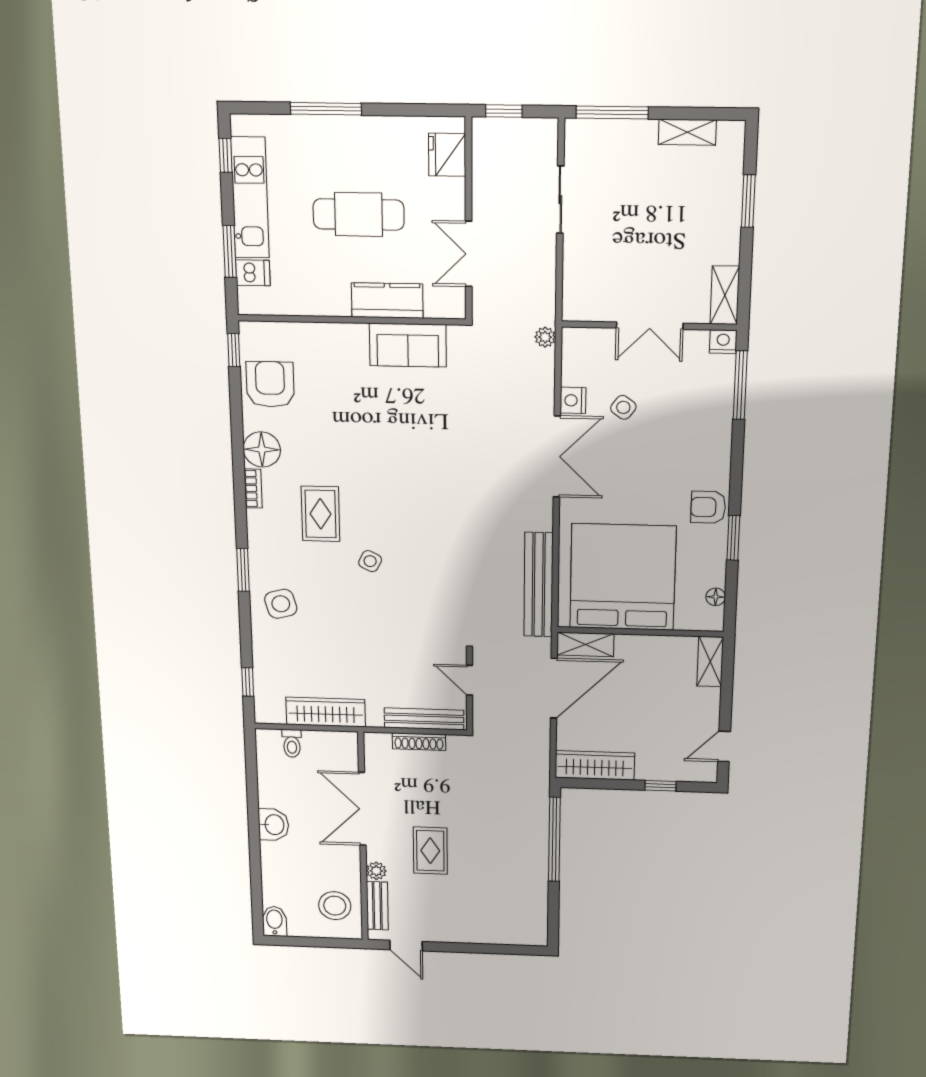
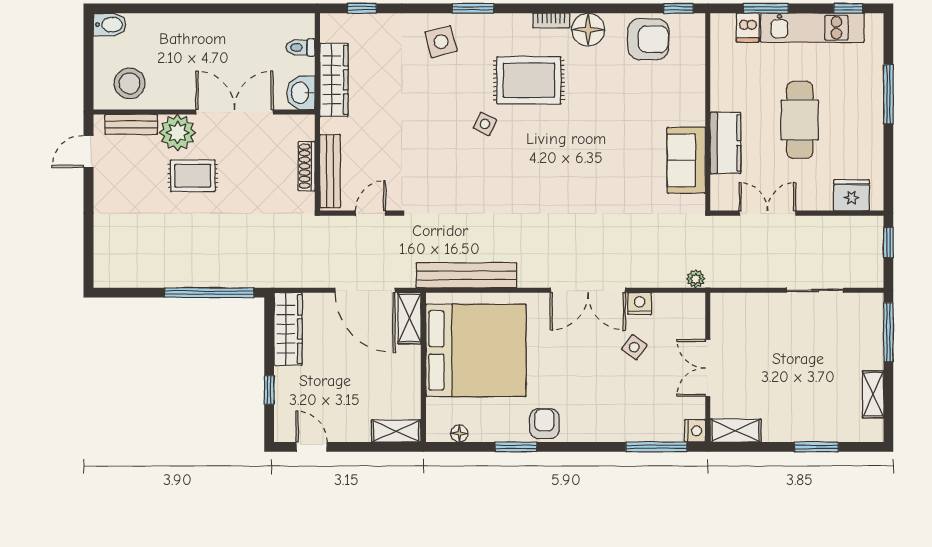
rug: (321, 514) -> (529, 80), width x1.36, depth x1.43
washbasin: (274, 825) -> (301, 93), moved, turned 90
plant: (376, 871) -> (178, 133), width x1.88, depth x1.88

